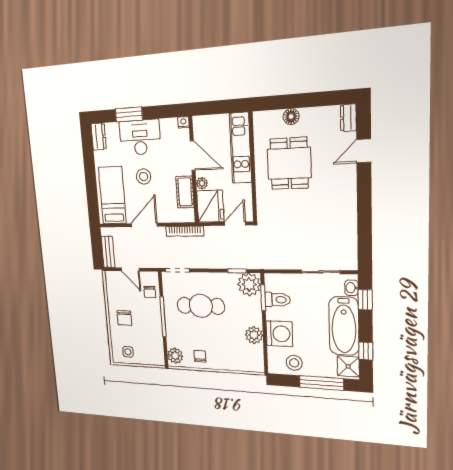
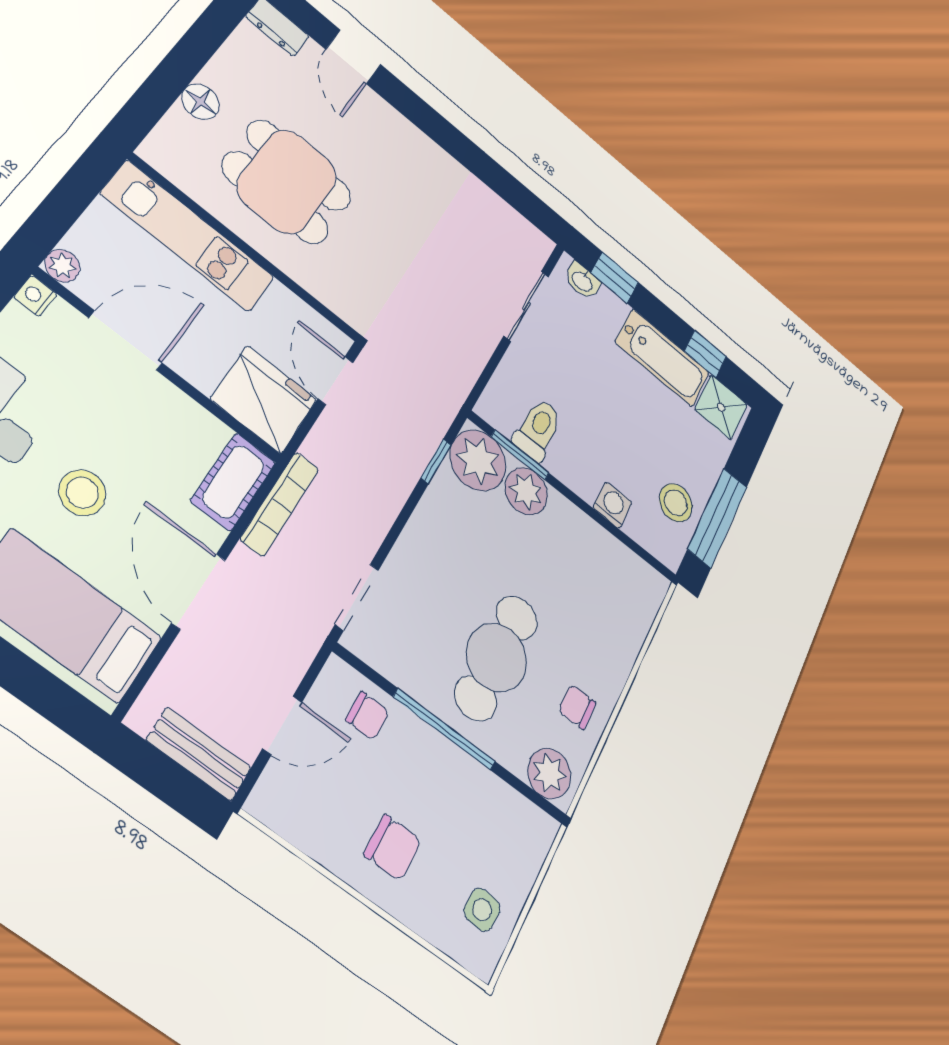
plant: (202, 183) -> (62, 266), moved
cot: (185, 192) -> (233, 482), moved, turned 90
cafe table: (201, 306) -> (497, 657), moved
bathtub: (344, 326) -> (662, 358), width x0.73, depth x0.73
washing machine: (279, 334) -> (612, 505), width x0.53, depth x0.53
plant: (254, 335) -> (526, 491), moved
window: (321, 383) -> (718, 518), moved

